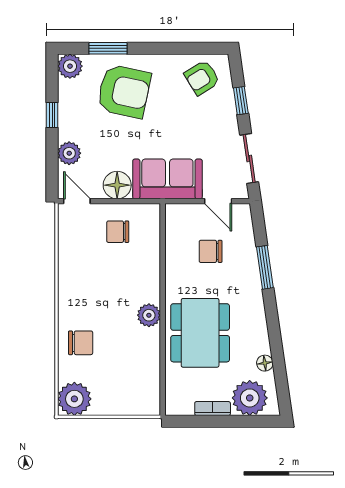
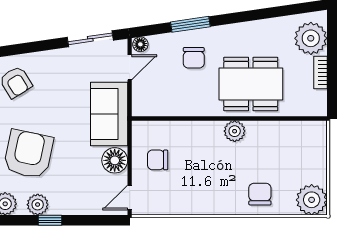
window: (241, 101) -> (37, 46), removed
plant: (69, 153) -> (38, 205), moved
chair: (118, 232) -> (158, 160), turned 90
chair: (211, 251) -> (194, 58), moved
floor lamp: (265, 363) -> (140, 44), moved

